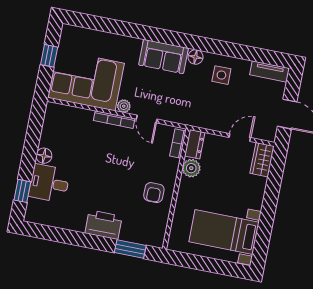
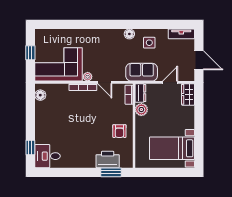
sofa: (163, 57) -> (142, 72), moved, turned 180
floor lamp: (44, 156) -> (40, 95), moved
desk: (49, 183) -> (48, 156), moved
printer: (104, 225) -> (108, 159), moved

